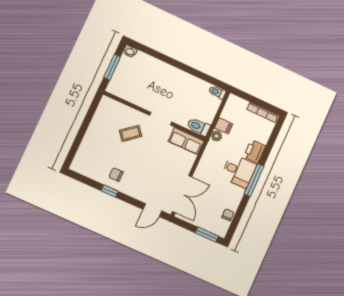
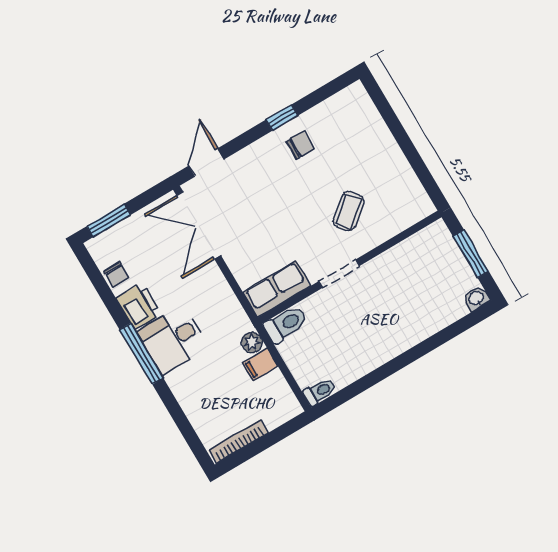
printer: (254, 151) -> (138, 306), moved

